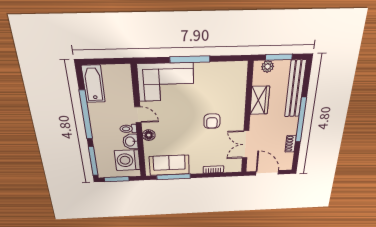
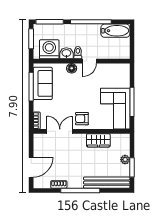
corner sofa: (166, 82) -> (115, 109), moved
wardrobe: (260, 100) -> (98, 140), moved
wall: (247, 120) -> (82, 131), moved
double door: (245, 144) -> (60, 131), moved

